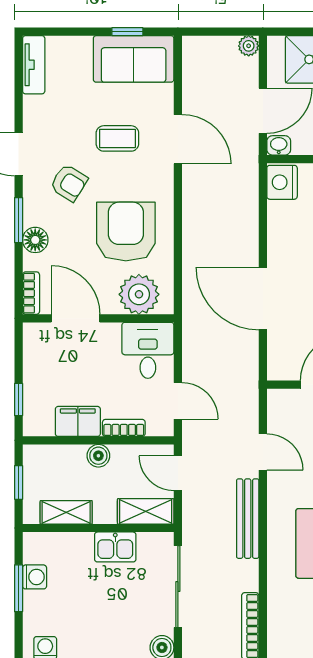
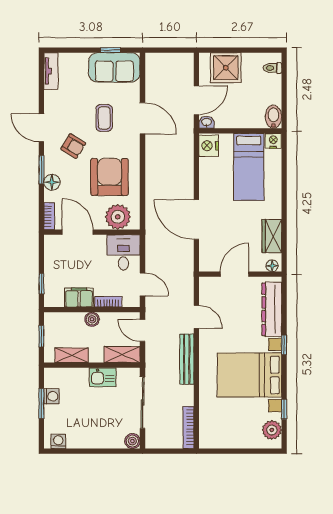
plant: (249, 46) -> (187, 59), removed
coffee table: (117, 138) -> (104, 118), turned 90

